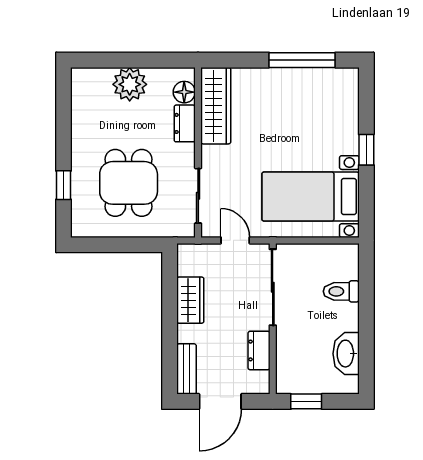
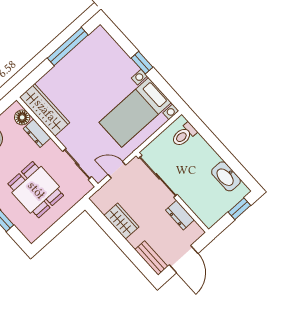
toilet: (341, 291) -> (184, 135), moved
window: (306, 401) -> (239, 209), moved

